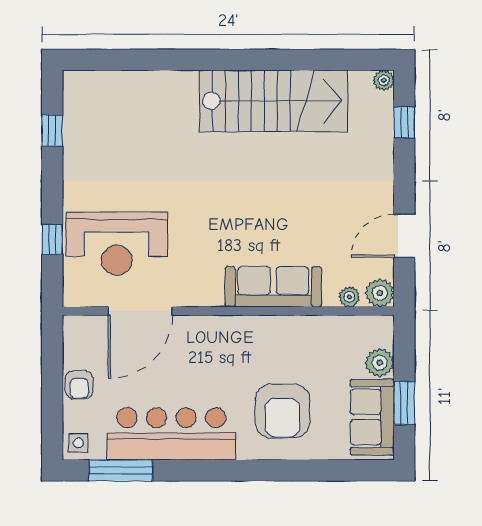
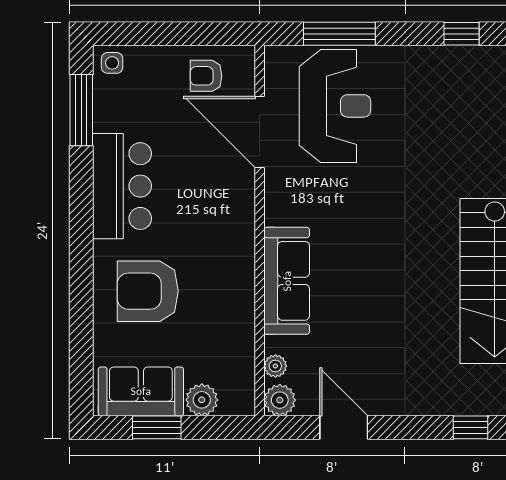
window: (52, 240) -> (339, 34), width x2.17
reception desk: (117, 244) -> (335, 106), turned 180
armchair: (79, 385) -> (206, 76), moved
bar counter: (171, 434) -> (122, 186), width x0.73

